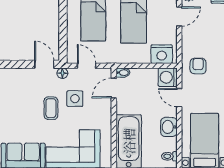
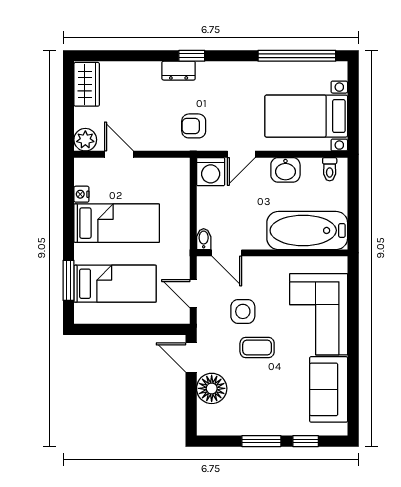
nightstand: (162, 54) -> (176, 181), removed
door: (44, 64) -> (191, 358), hinge flipped
door: (87, 66) -> (193, 294), hinge flipped
floor lamp: (62, 73) -> (212, 388), moved, width x1.89, depth x1.89

